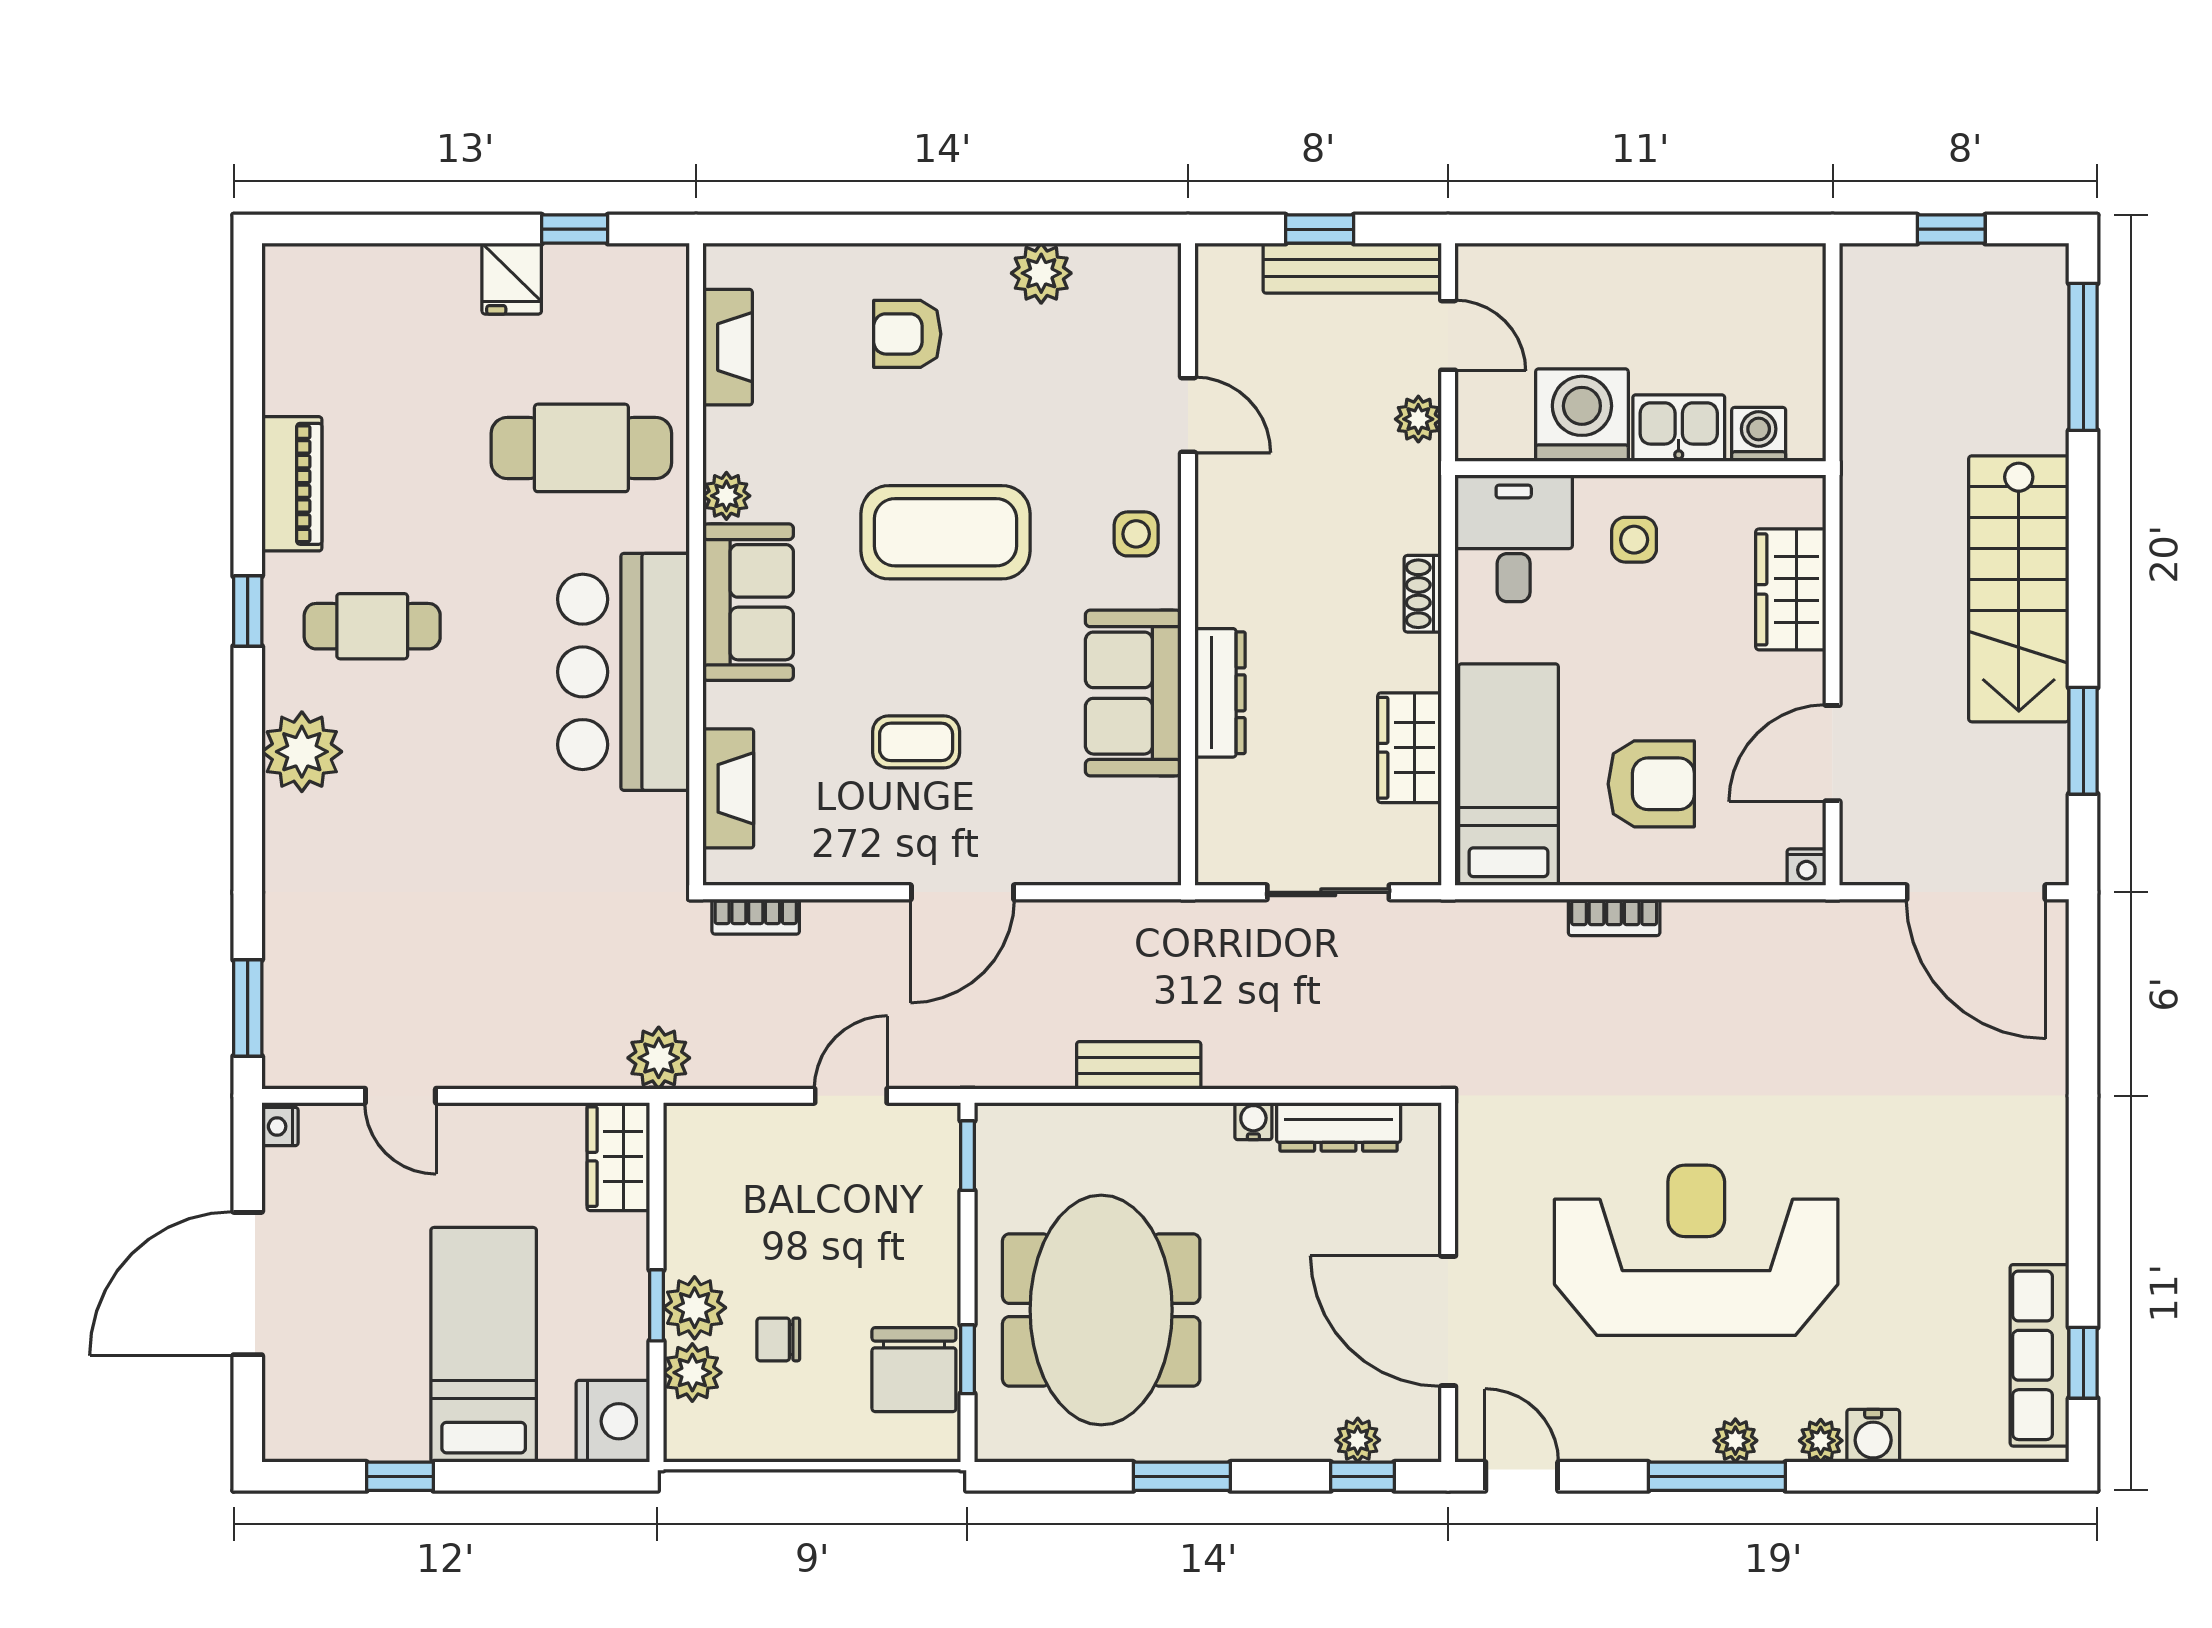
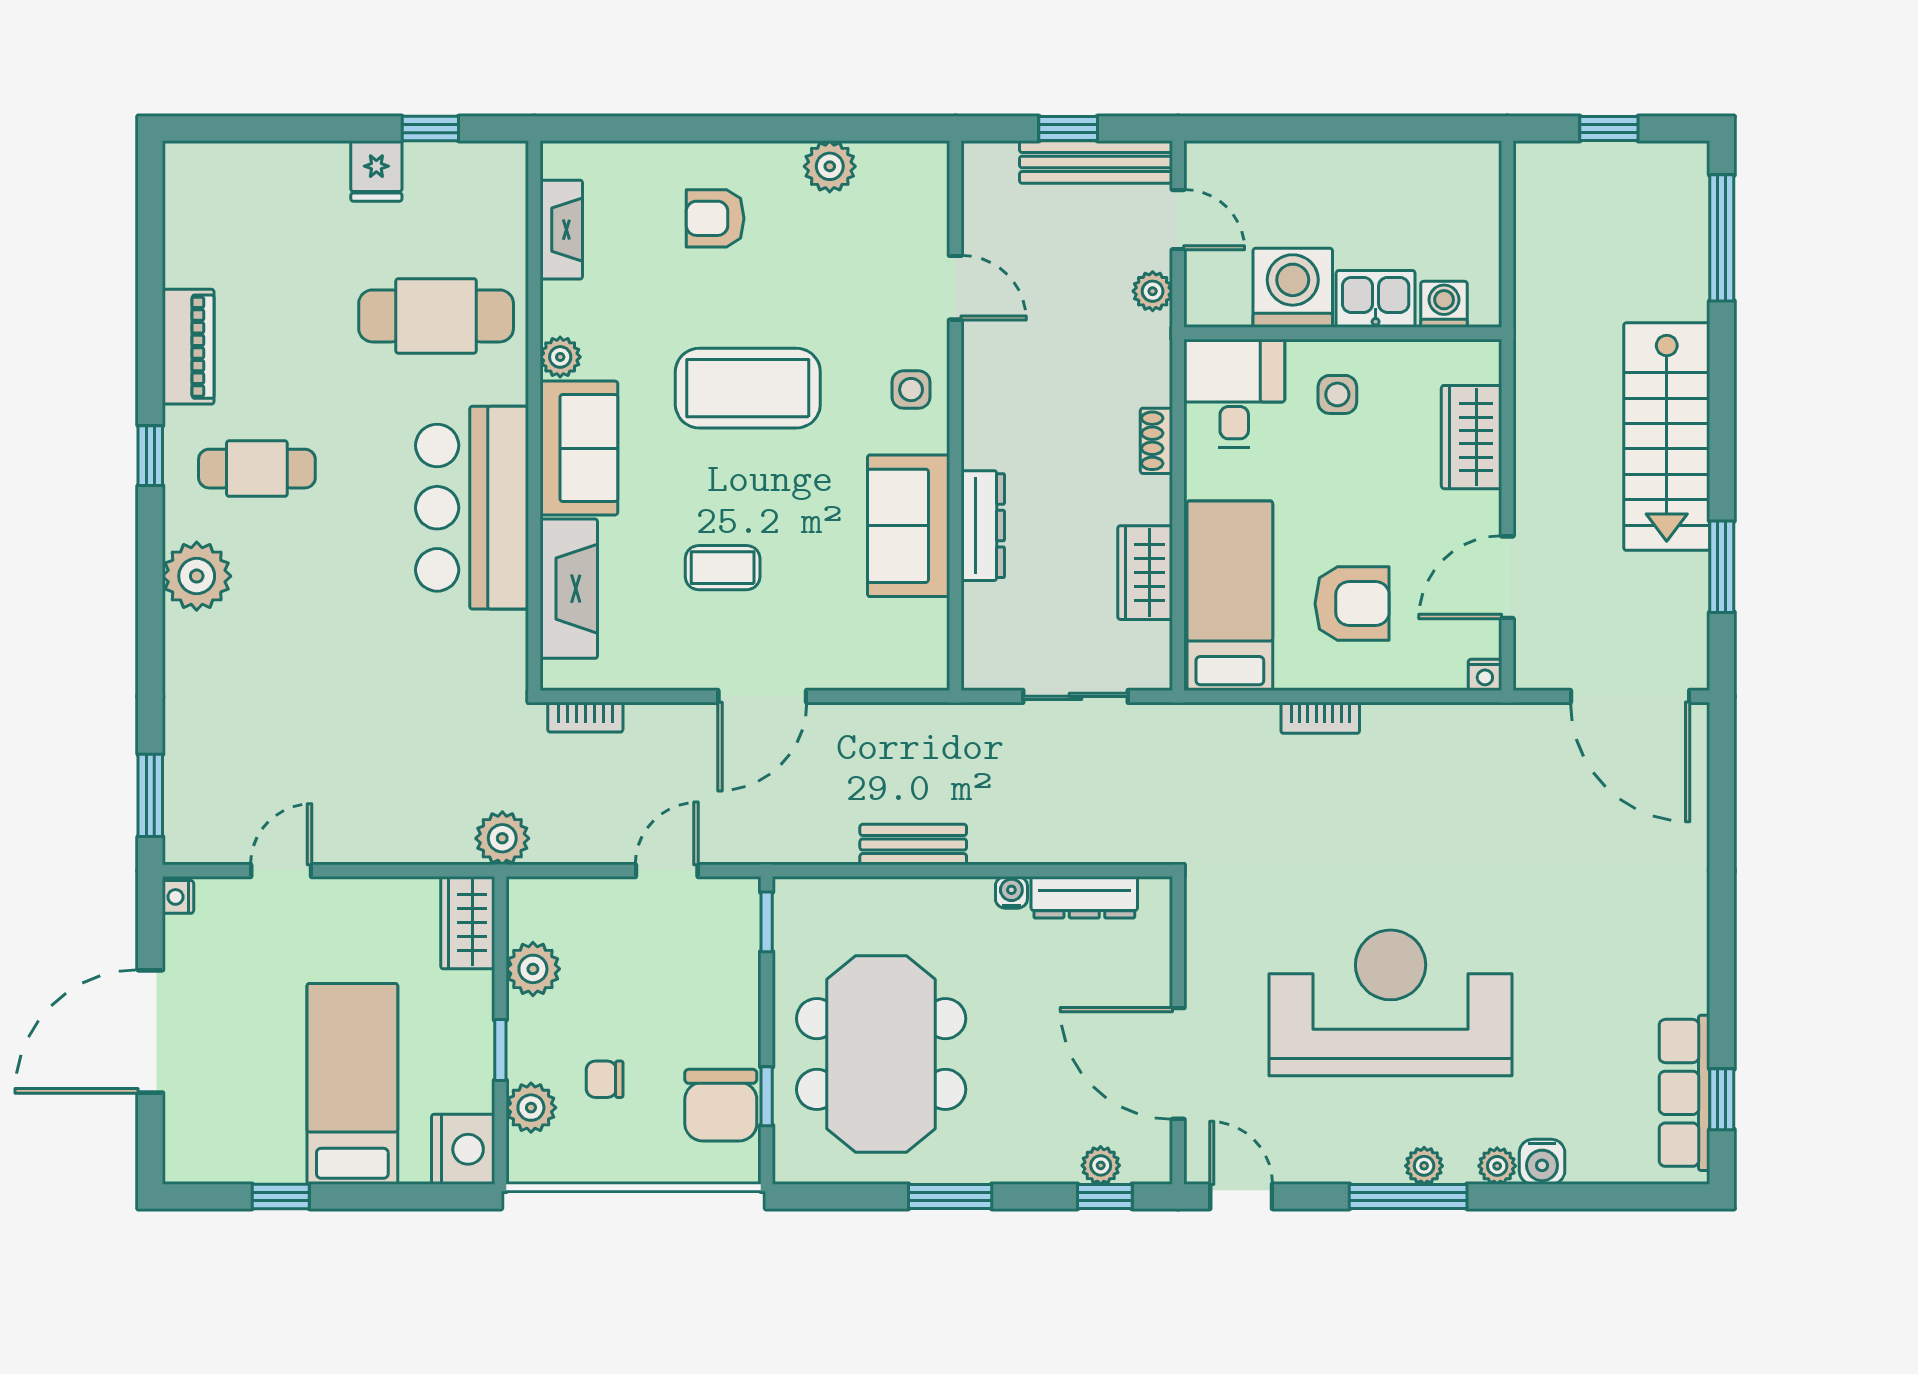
fireplace: (728, 788) -> (569, 589), width x1.37, depth x1.32
door: (400, 1096) -> (281, 871), swing flipped
plant: (695, 1308) -> (533, 969), moved

